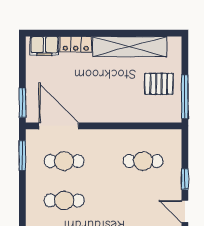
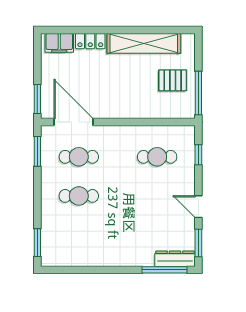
window: (185, 179) -> (198, 155), moved

